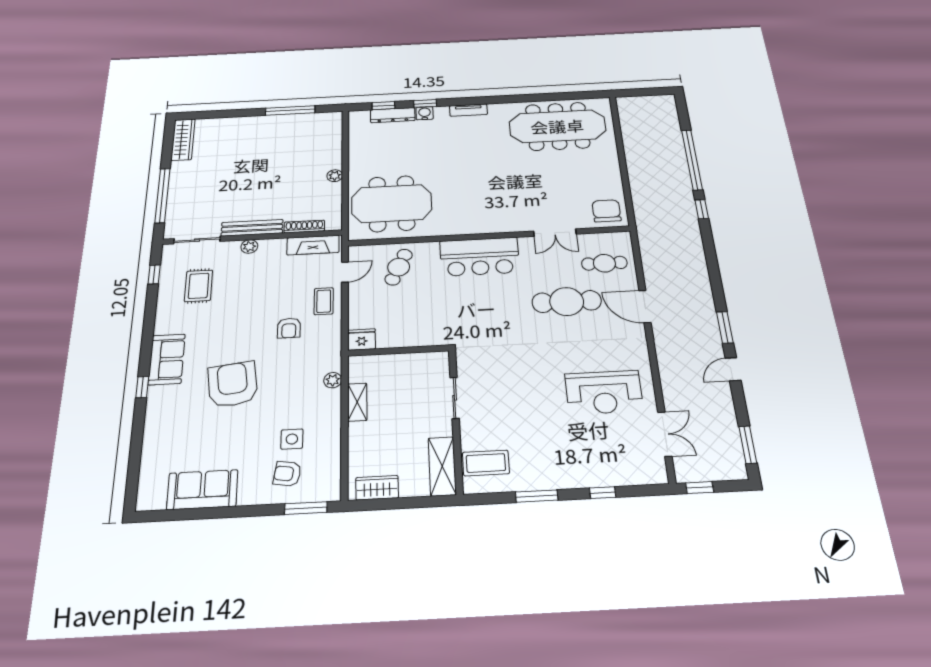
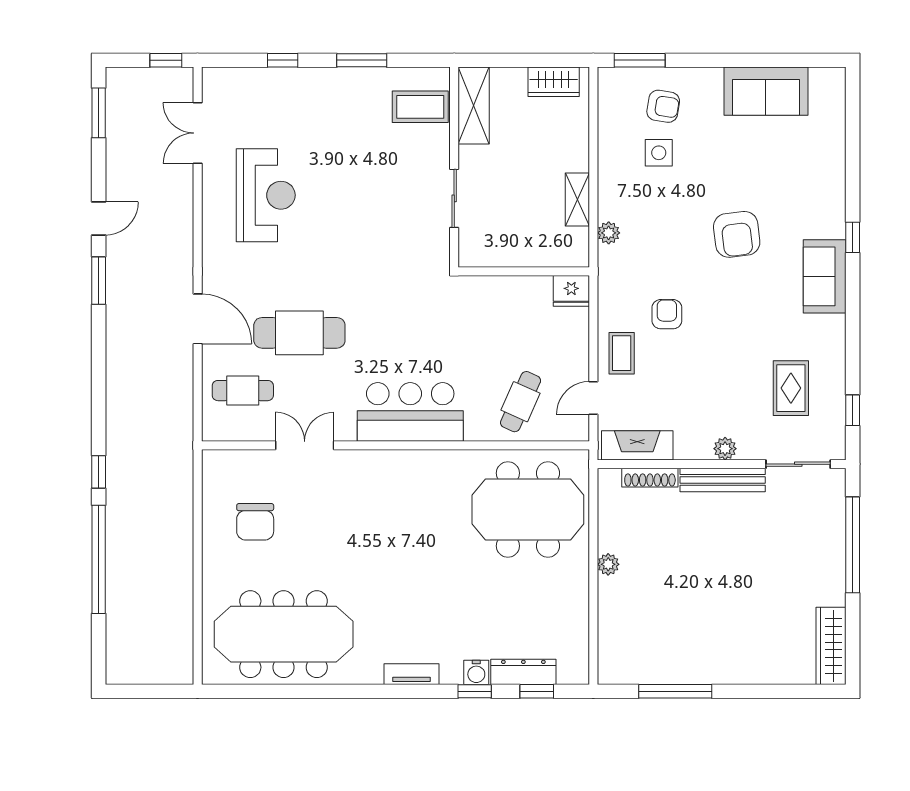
chair: (606, 211) -> (255, 522), moved
armchair: (233, 384) -> (737, 234), width x0.73, depth x0.73
reception desk: (604, 392) -> (266, 195), turned 90

